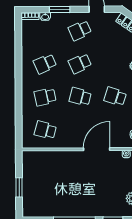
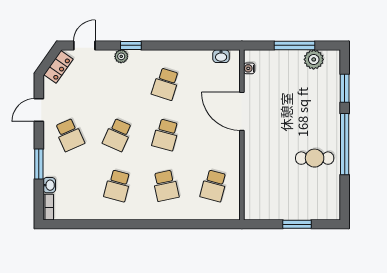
school desk: (45, 64) -> (118, 186), turned 39
school desk: (80, 64) -> (118, 135), turned 48
cafe table: (65, 199) -> (315, 158), added

